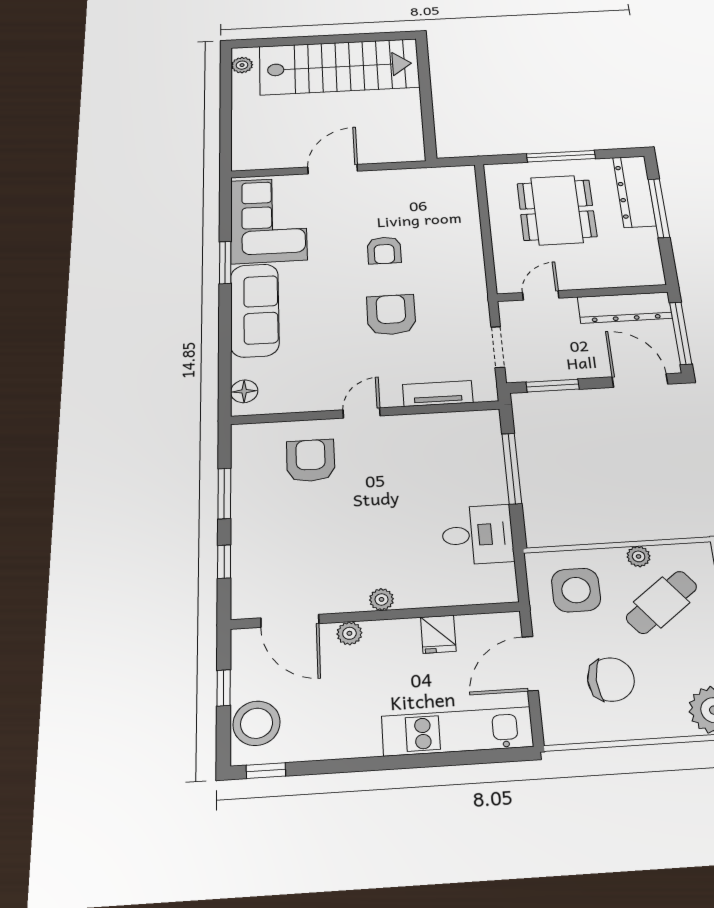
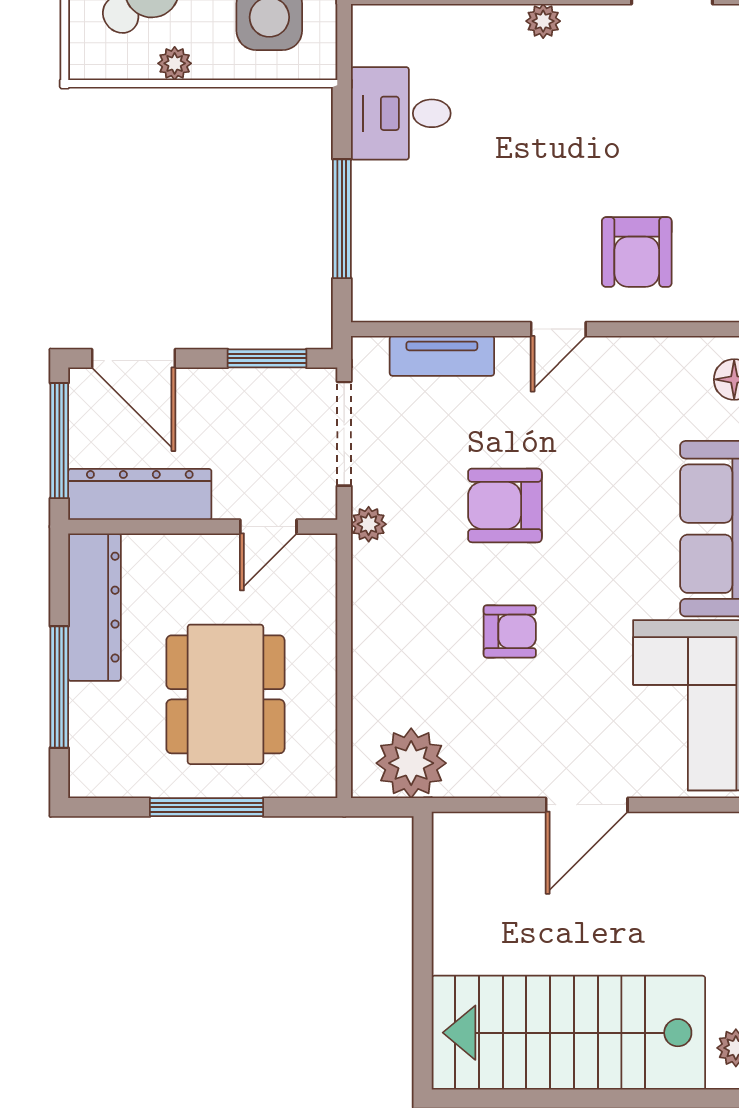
plant: (440, 183) -> (411, 763), added
dresser: (634, 191) -> (95, 607), moved
armchair: (384, 250) -> (510, 631), turned 90
plant: (477, 300) -> (369, 524), added
armchair: (391, 315) -> (505, 505), turned 90
doorway: (498, 347) -> (344, 434), width x1.38

